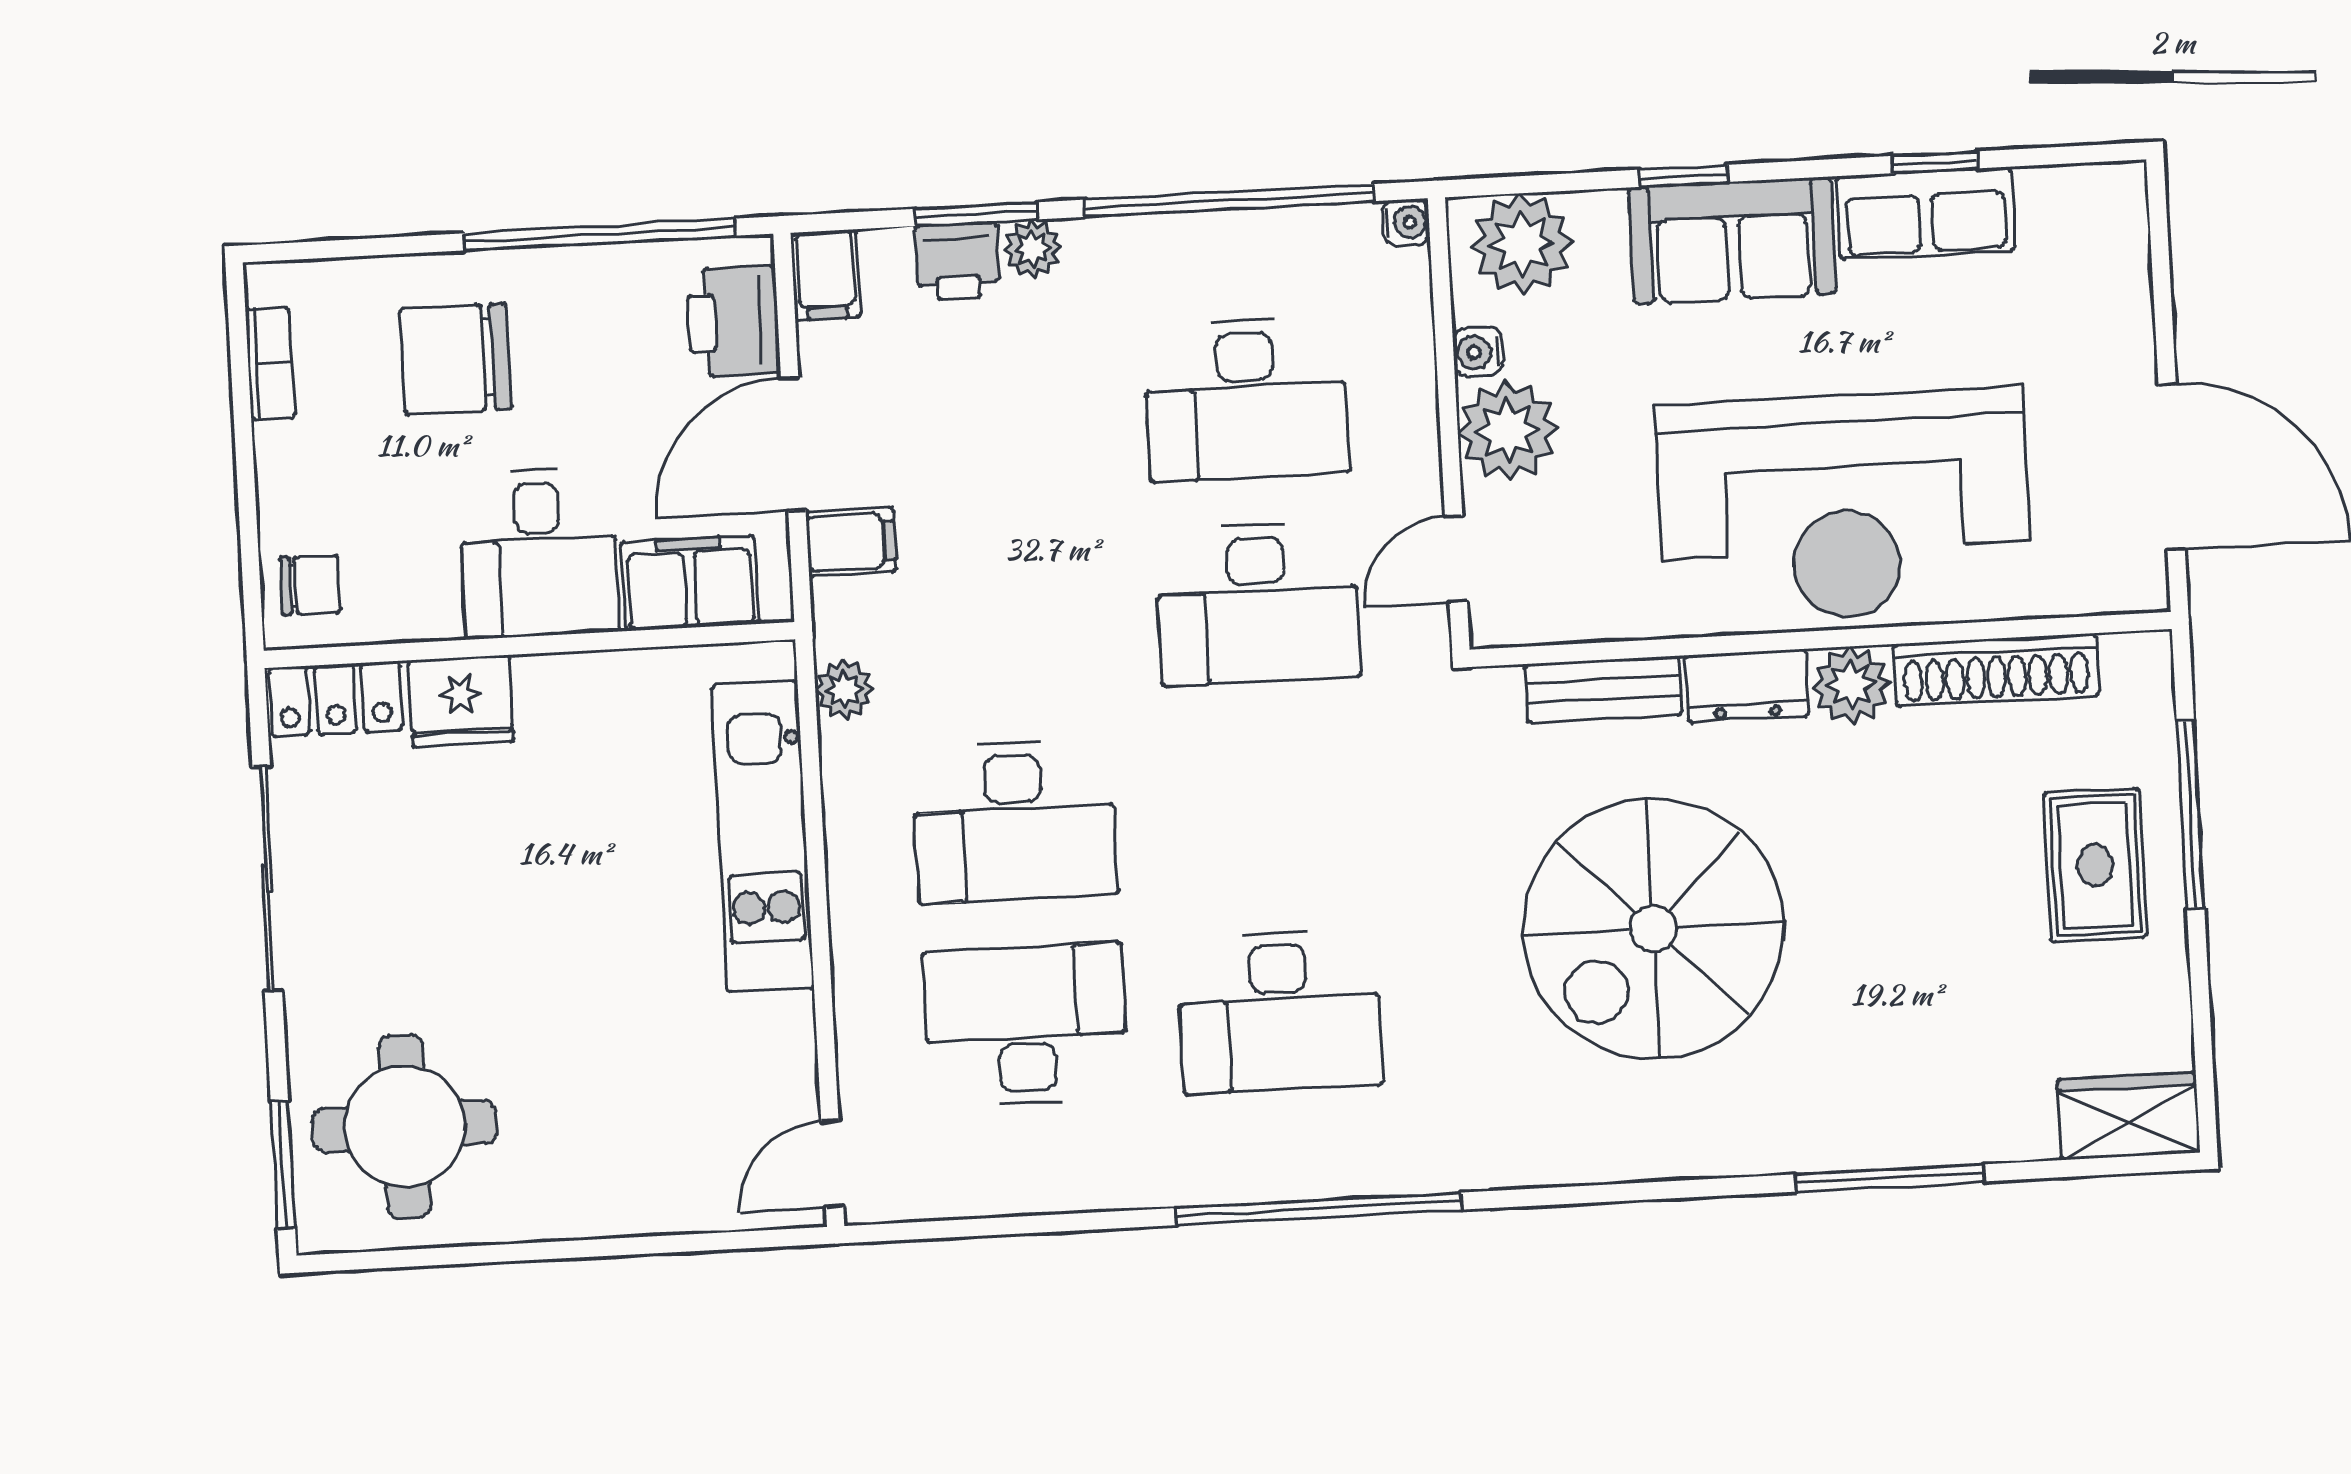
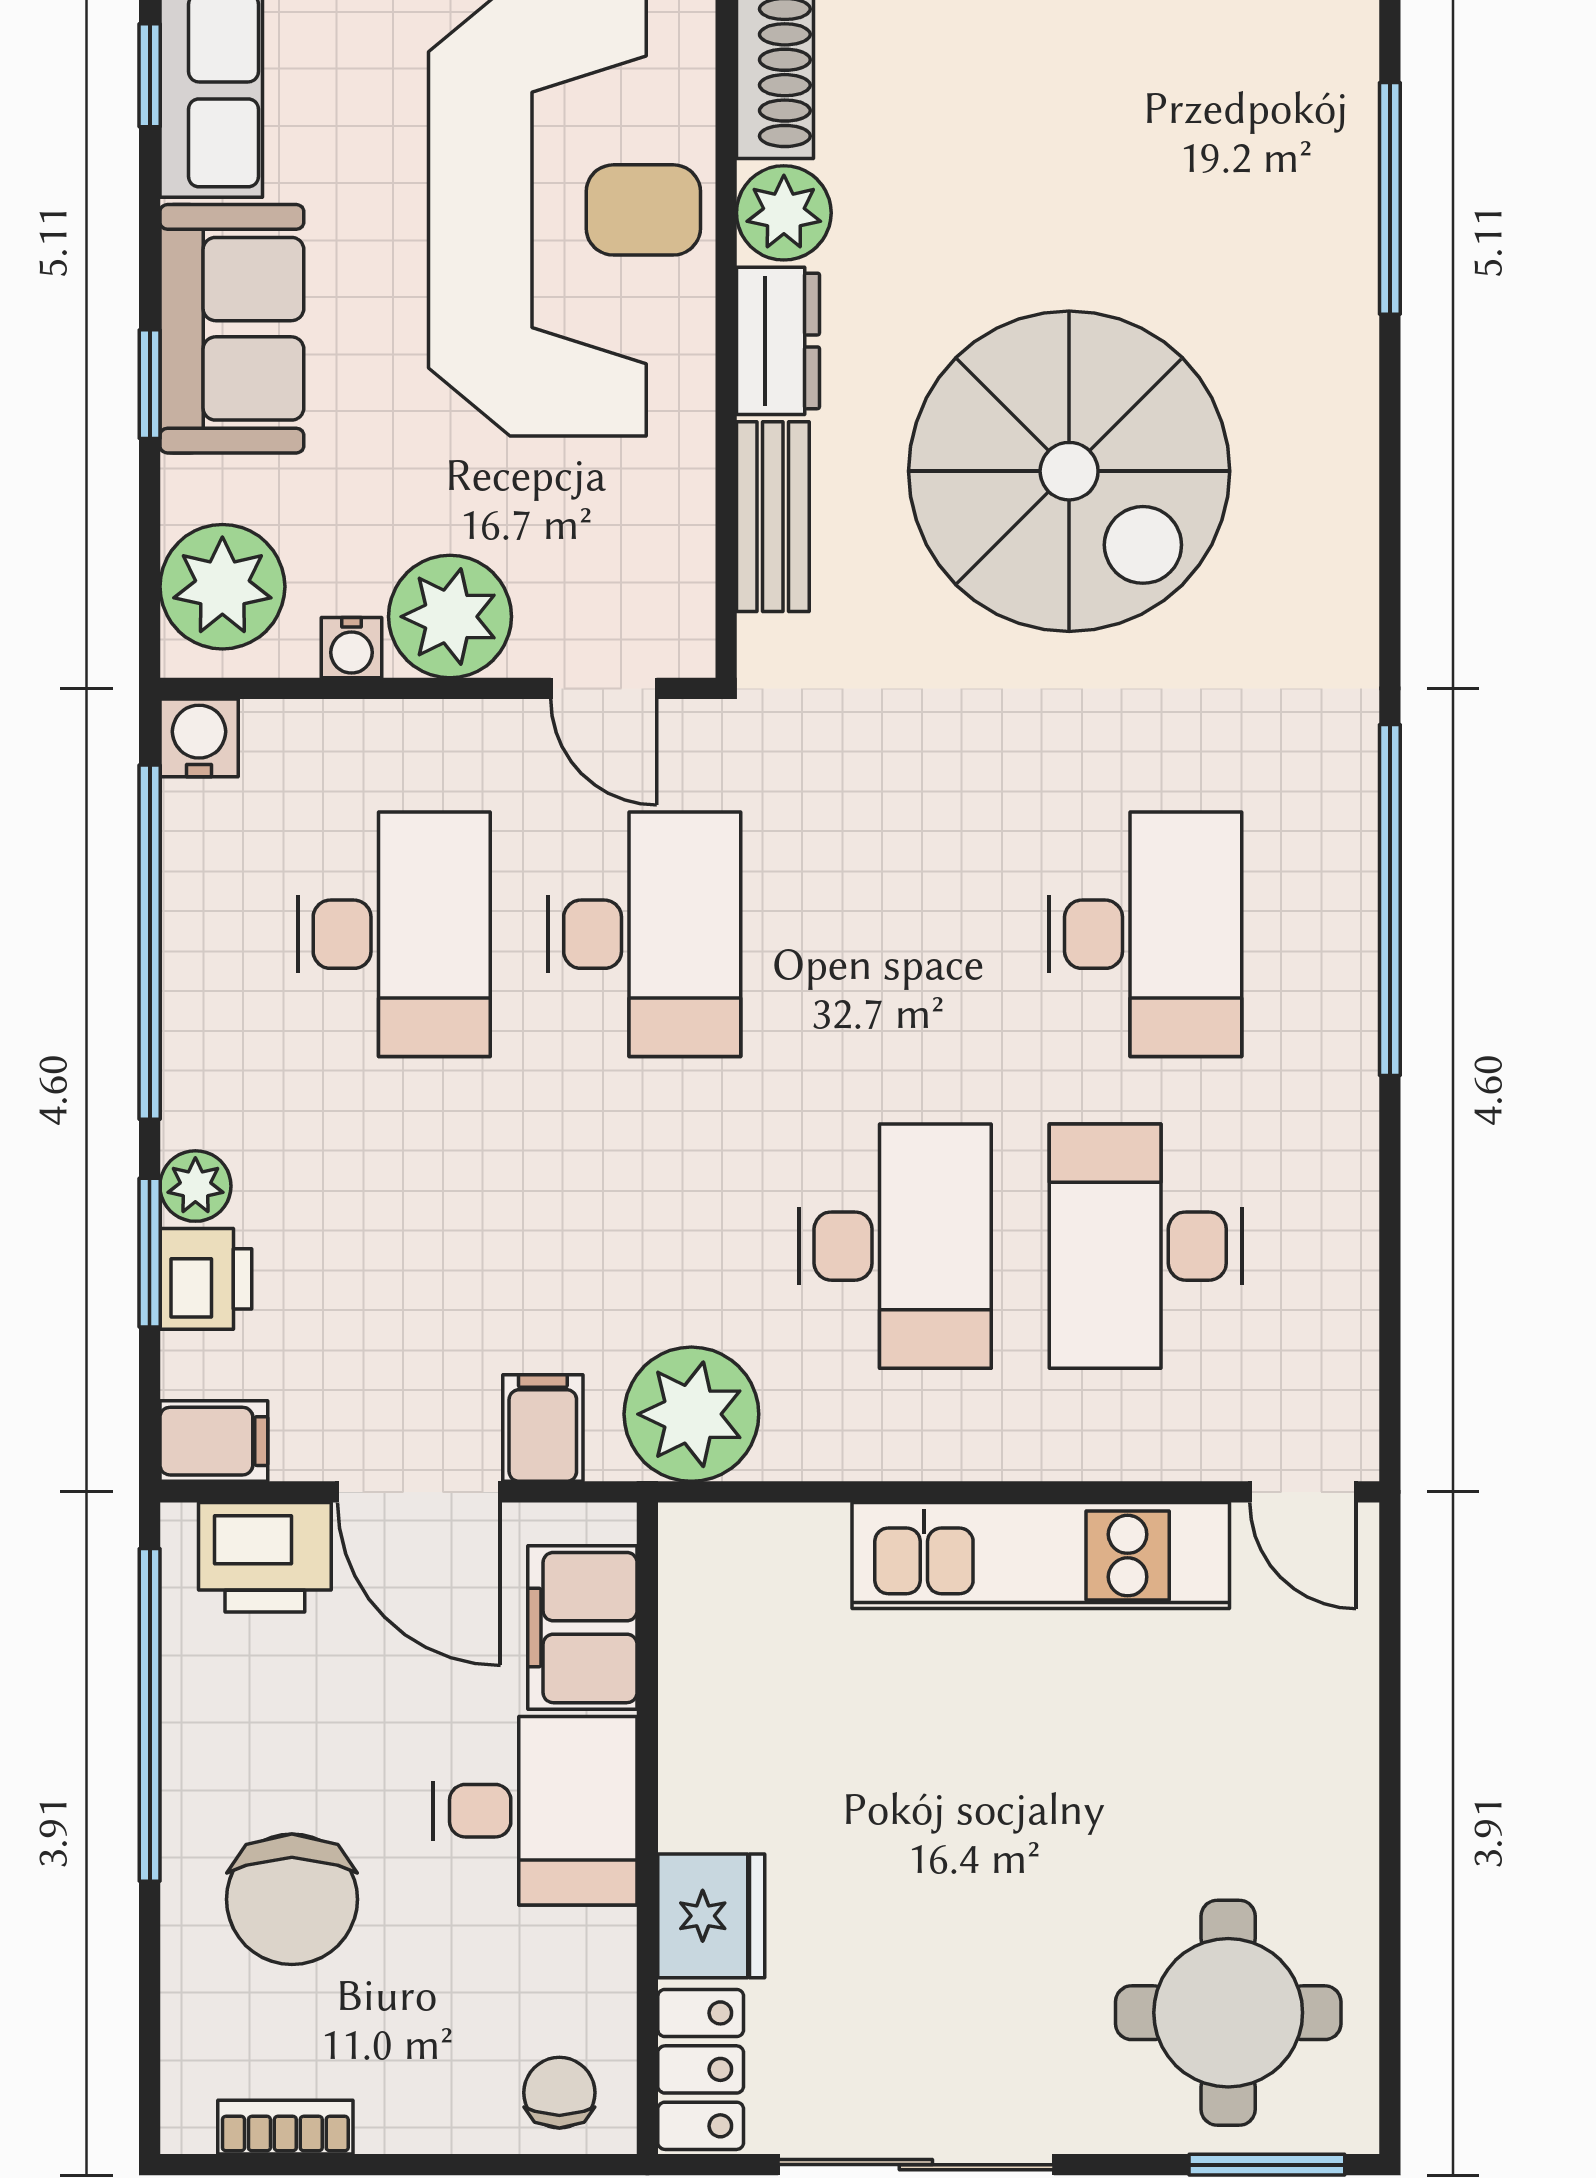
water cooler: (1406, 222) -> (199, 738), width x1.38, depth x1.38
plant: (844, 690) -> (691, 1414), width x1.88, depth x1.88
kitchen unit: (763, 837) -> (1041, 1556), moved

